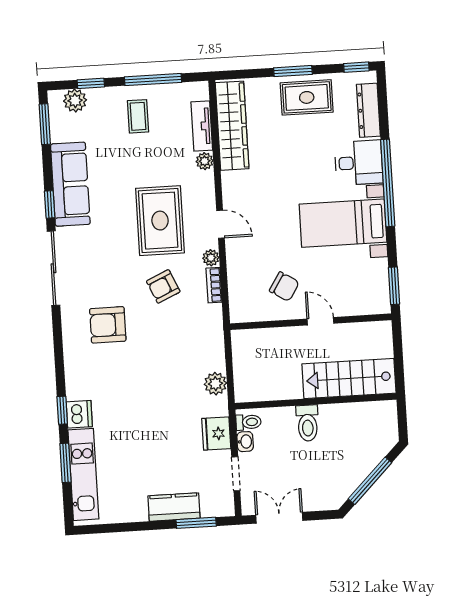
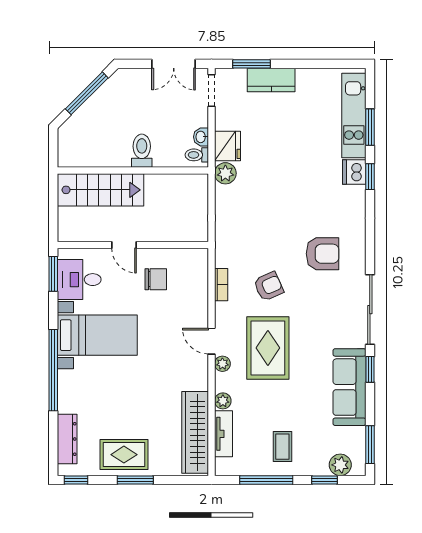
desk: (359, 163) -> (79, 280), moved
plant: (211, 258) -> (222, 364), moved
chair: (284, 287) -> (156, 279), turned 148
plant: (215, 384) -> (225, 173), moved
doorway: (236, 474) -> (212, 90), moved

